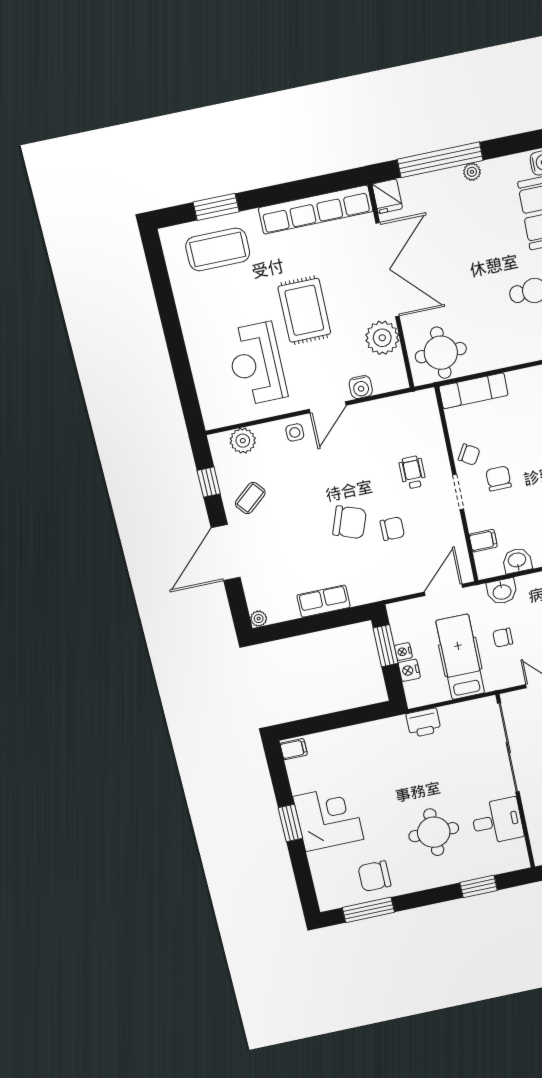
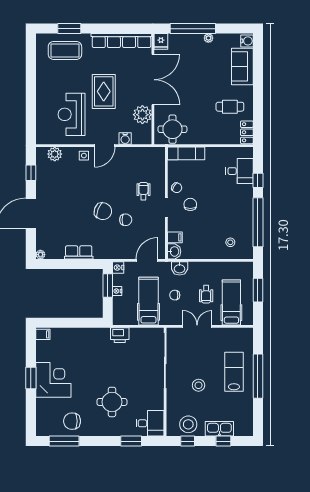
coffee table: (250, 498) -> (51, 186), removed
washbasin: (517, 561) -> (174, 251), moved, turned 90
nightstand: (409, 670) -> (118, 268), moved
desk: (497, 821) -> (150, 423), moved

